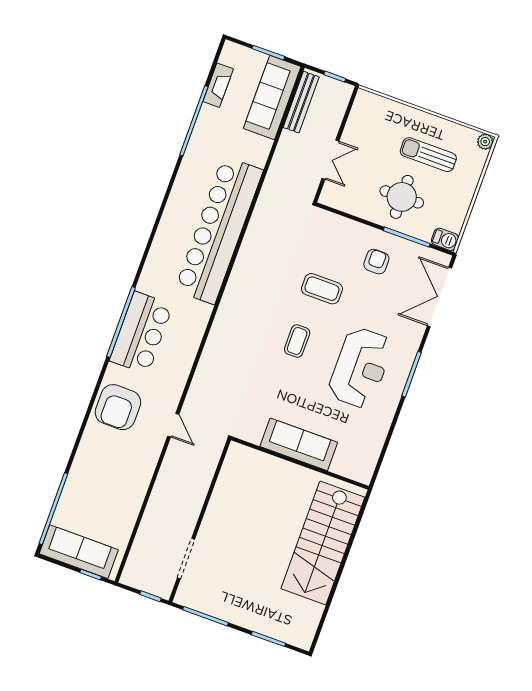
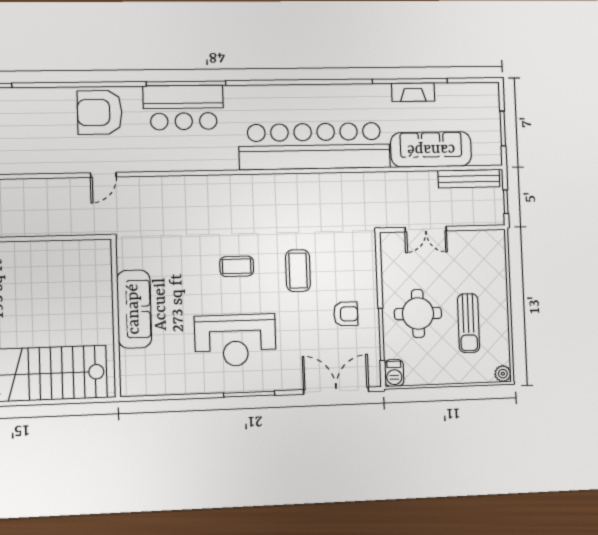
fireplace: (218, 85) -> (413, 92), moved
sofa: (272, 97) -> (431, 149), moved
sun lounger: (428, 155) -> (468, 323), turned 180

